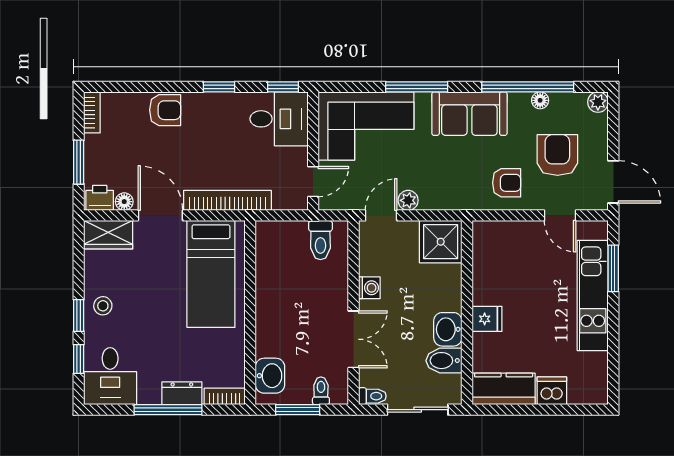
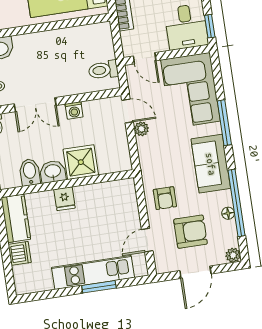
door: (613, 182) -> (195, 272), moved
shower: (441, 242) -> (81, 162), moved
window: (613, 268) -> (99, 287), moved

